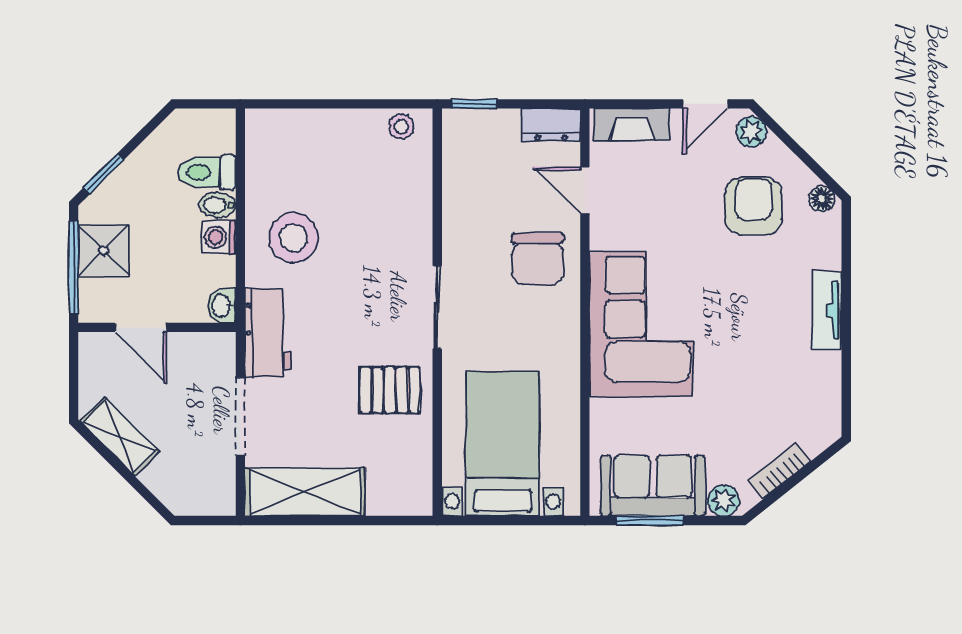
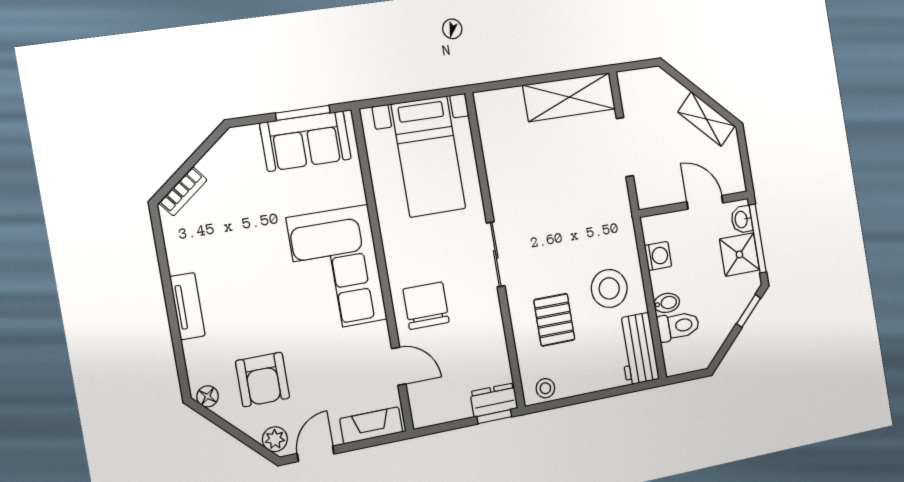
dresser: (551, 125) -> (494, 400), moved
washing machine: (219, 237) -> (658, 256), moved
washbasin: (222, 305) -> (742, 219), moved, turned 180
workbench: (268, 333) -> (638, 349), moved
pallet: (390, 390) -> (554, 320), moved, turned 90
bookcase: (780, 471) -> (183, 191), moved
plant: (724, 500) -> (246, 138), removed

